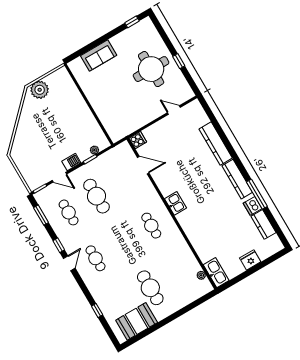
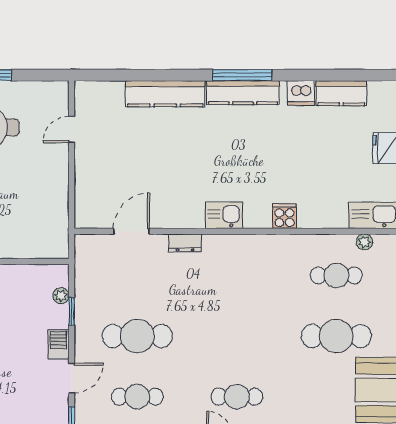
cooker: (138, 140) -> (284, 216), moved
dresser: (152, 193) -> (185, 243), added
window: (257, 194) -> (242, 75), moved
cafe table: (151, 226) -> (336, 275), moved

